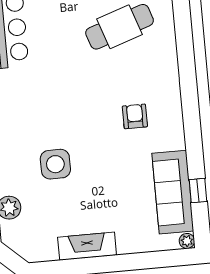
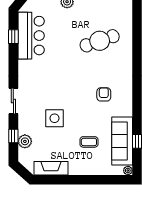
coffee table: (117, 199) -> (89, 142), added
fireplace: (87, 246) -> (51, 168), moved

